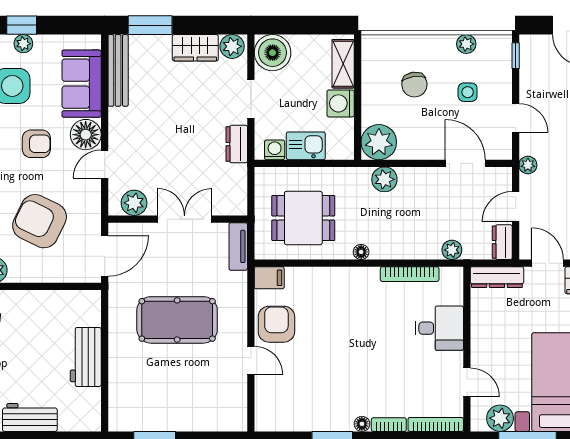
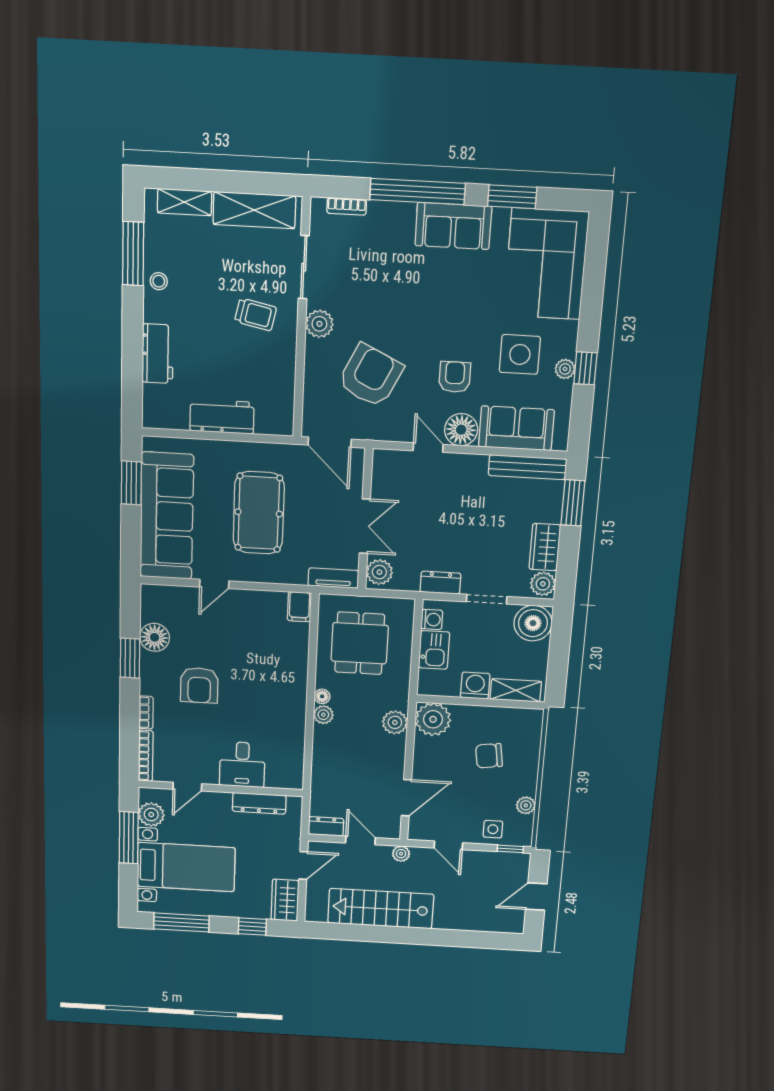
side table: (468, 92) -> (493, 829), moved
door: (516, 118) -> (448, 845), hinge flipped
armchair: (36, 144) -> (455, 377), turned 180
plant: (134, 203) -> (379, 572), moved
plant: (452, 250) -> (323, 715), moved
bookcase: (410, 274) -> (298, 740), removed
dresser: (497, 277) -> (259, 803), moved, turned -90
armchair: (276, 324) -> (199, 685), moved, turned 90
sofa: (185, 407) -> (167, 516), added
floor lamp: (362, 424) -> (155, 637), moved, width x1.89, depth x1.89

